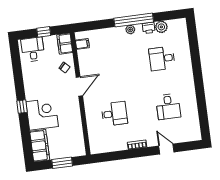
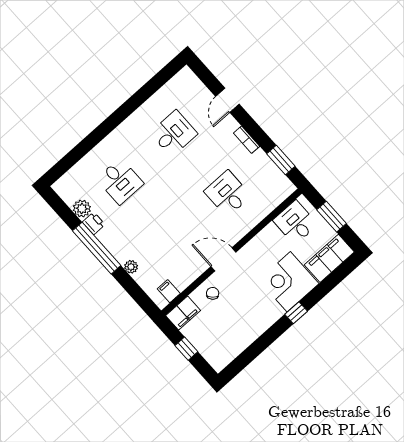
plant: (130, 30) -> (131, 267), moved
desk: (33, 49) -> (295, 222), moved, turned 90
window: (113, 156) -> (281, 160), added

